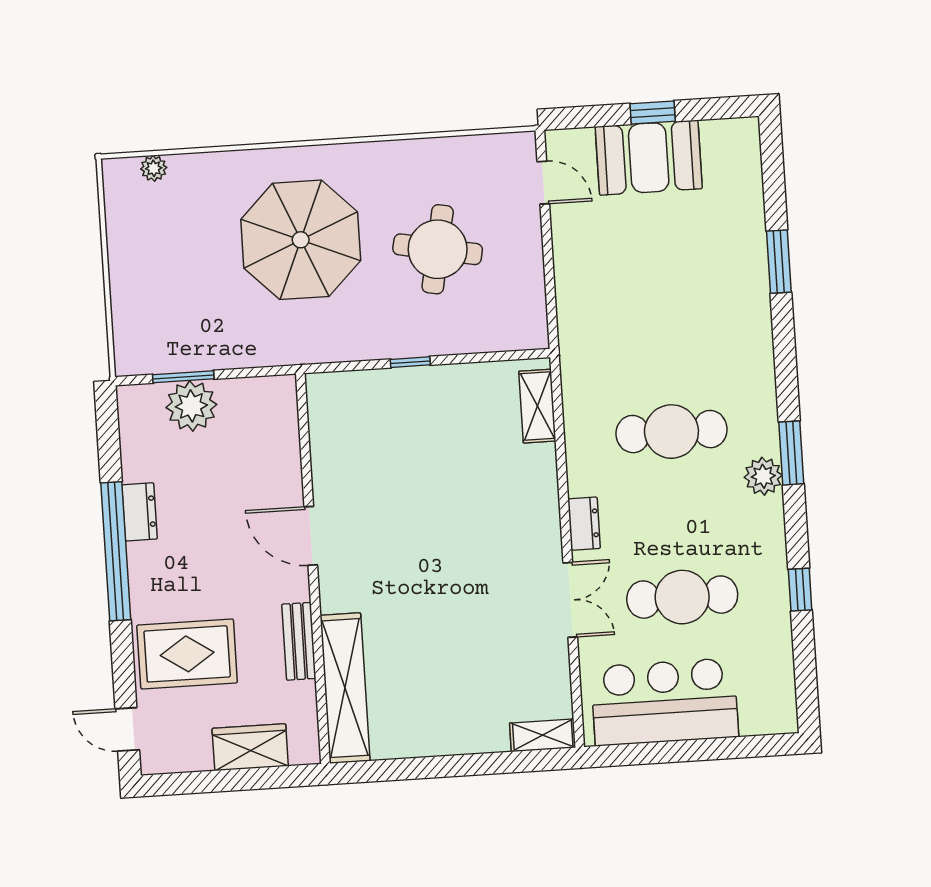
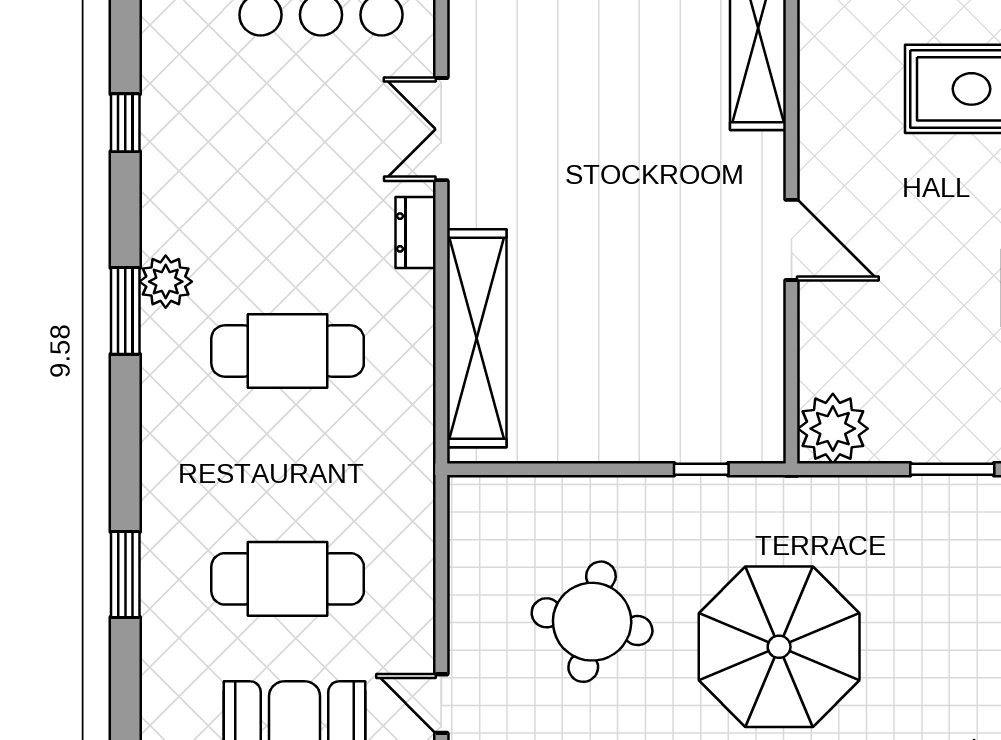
window: (410, 362) -> (701, 469), moved
plant: (191, 406) -> (833, 429), moved
shelving: (537, 406) -> (477, 338), width x2.20, depth x1.33
cafe table: (682, 597) -> (288, 579), moved
bench: (299, 641) -> (817, 96), removed

